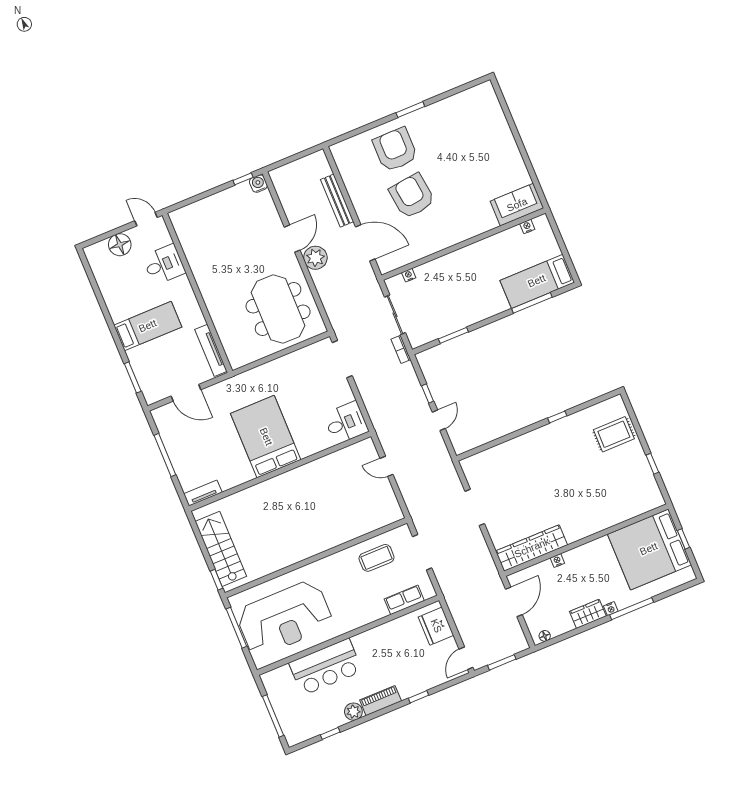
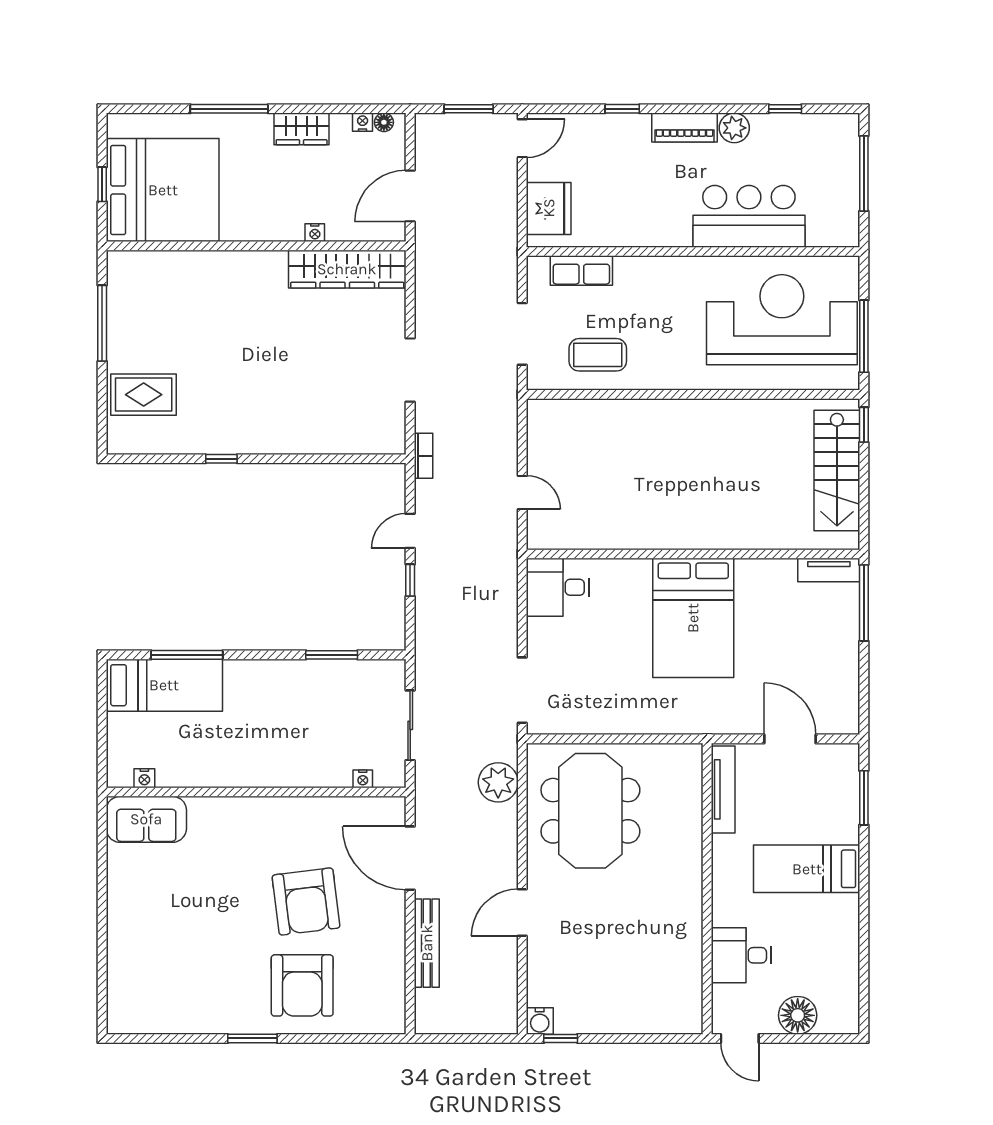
plant: (315, 258) -> (498, 782), moved
bookcase: (401, 349) -> (423, 456), moved
window: (165, 455) -> (864, 603), moved
window: (652, 464) -> (102, 323), width x2.17
nightstand: (611, 609) -> (363, 122), moved

